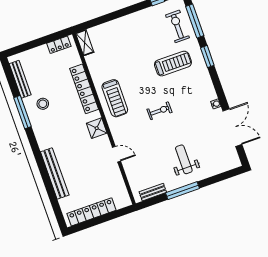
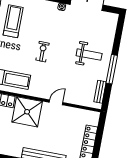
shower: (97, 128) -> (27, 112), width x1.86, depth x1.86
weight bench: (184, 159) -> (89, 55), turned 180

